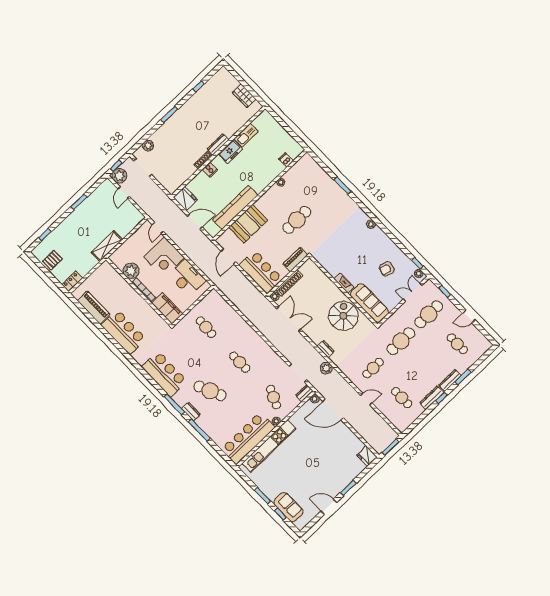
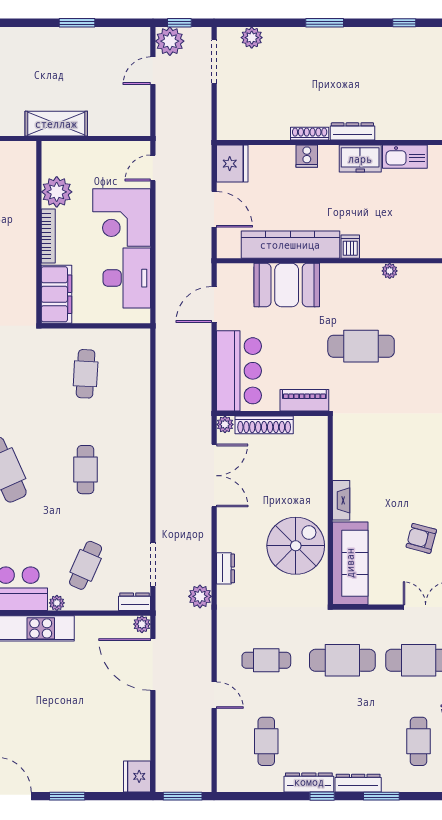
dishwasher: (286, 160) -> (350, 247), moved

